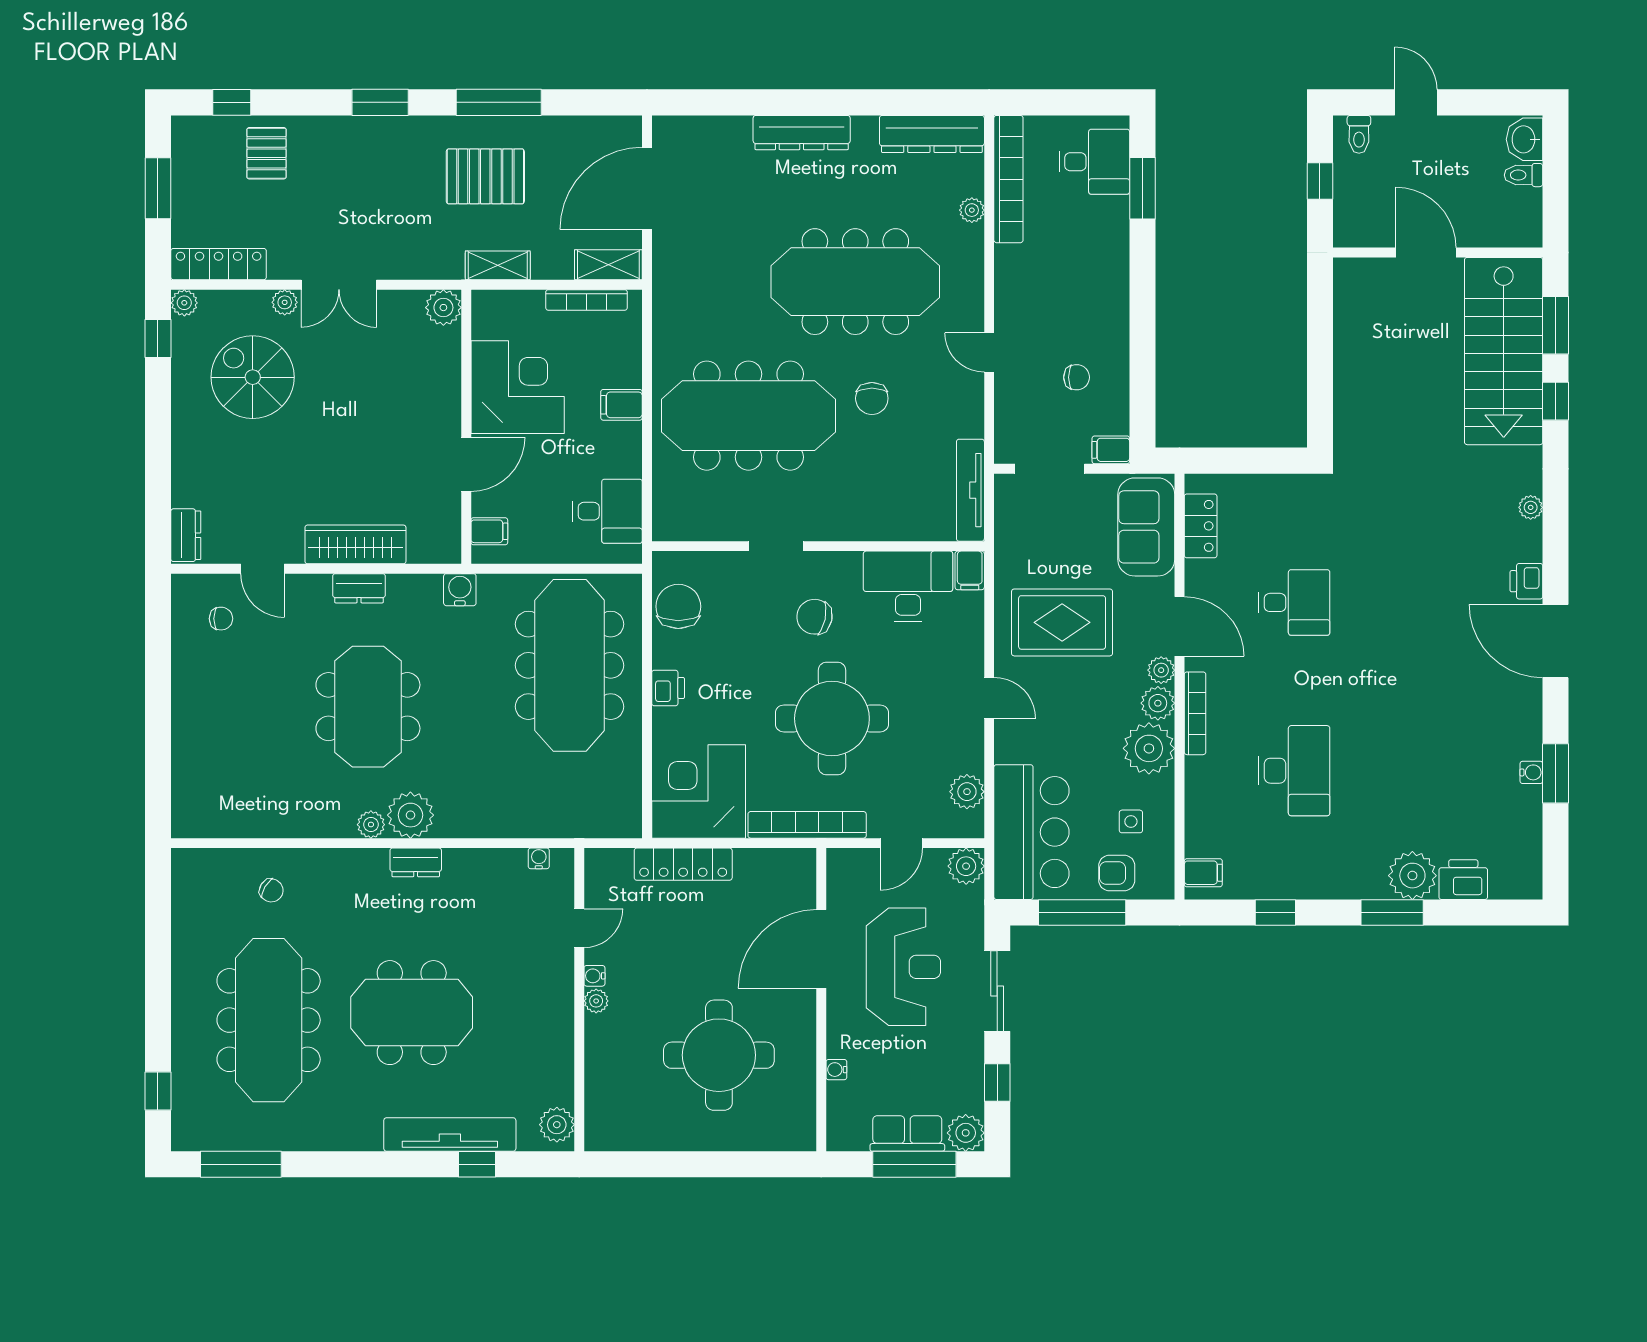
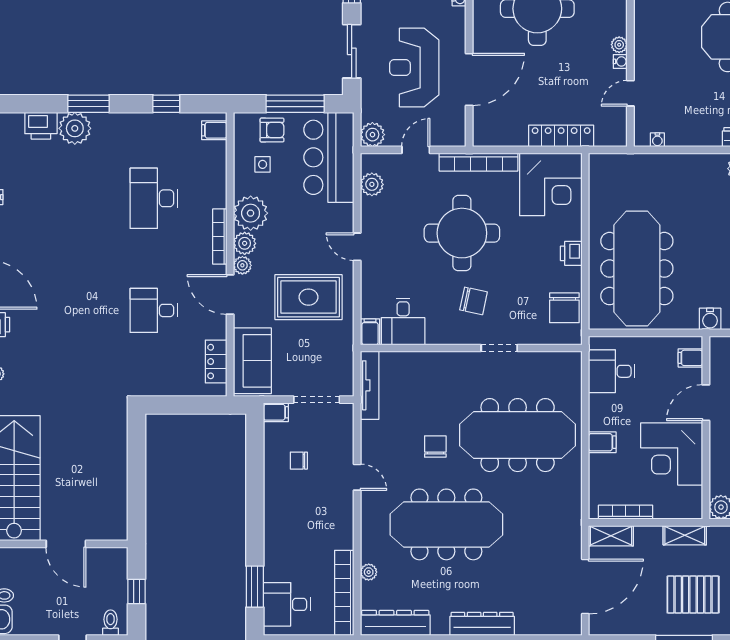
desk: (908, 586) -> (403, 321), width x0.73

